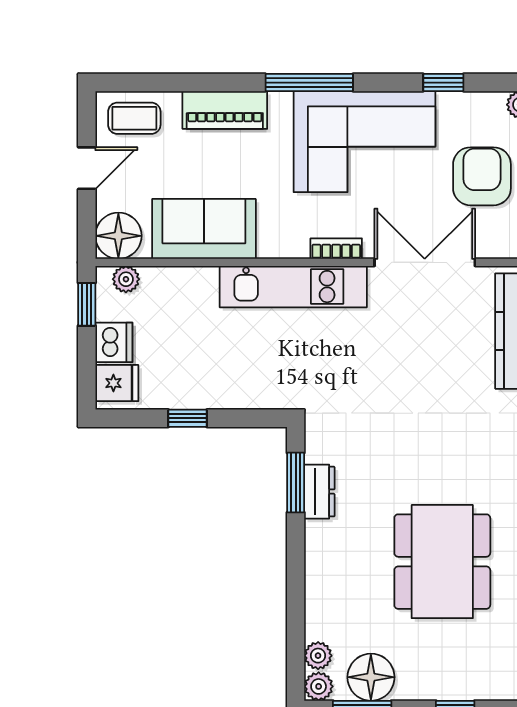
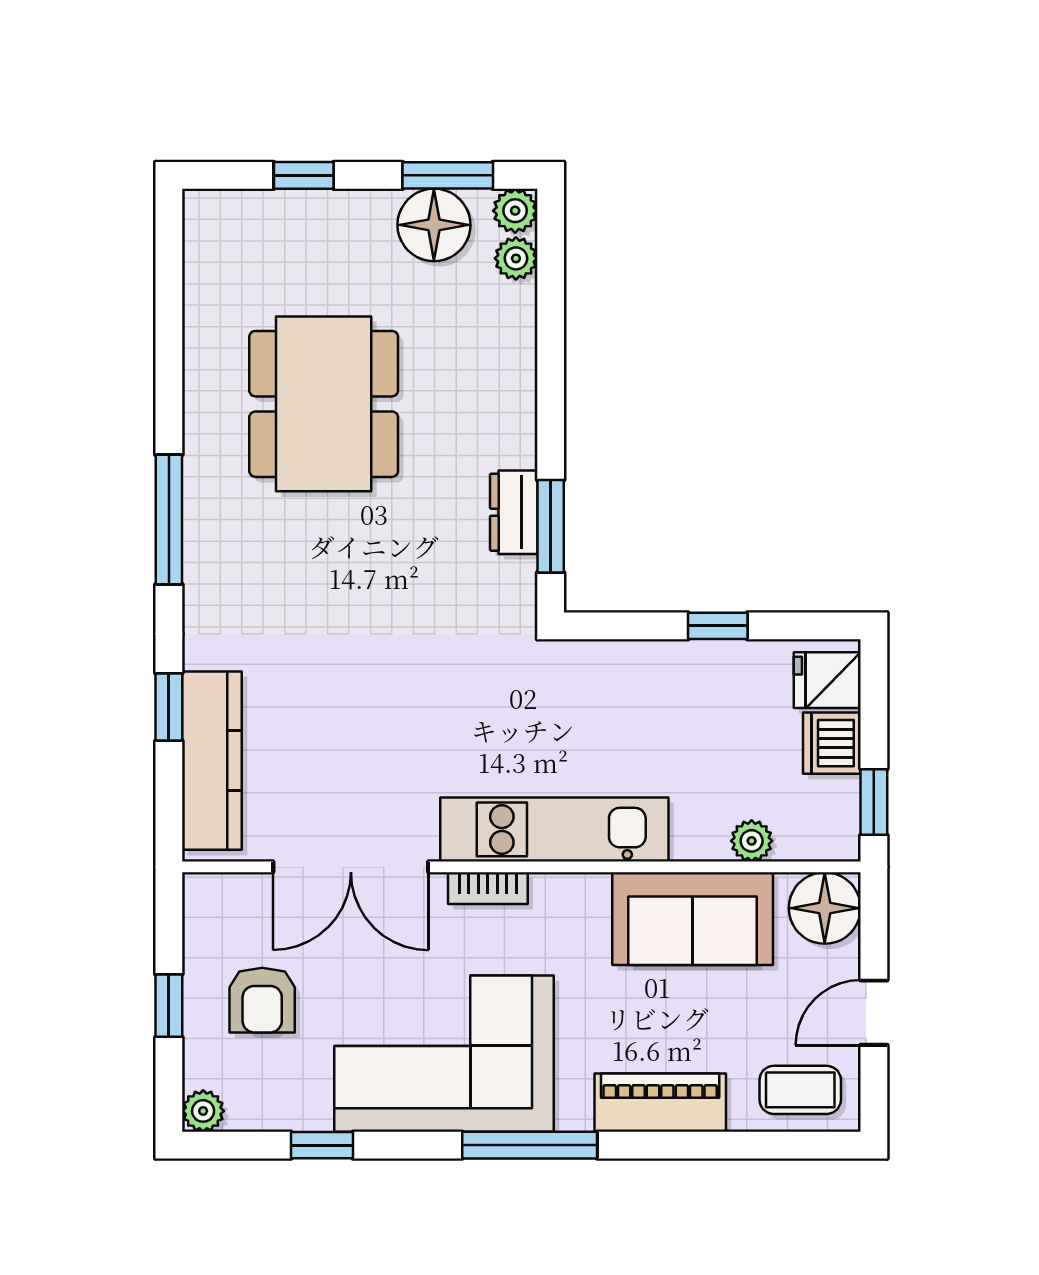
armchair: (482, 176) -> (262, 1000), width x0.72, depth x0.72
plant: (126, 279) -> (752, 841), moved

